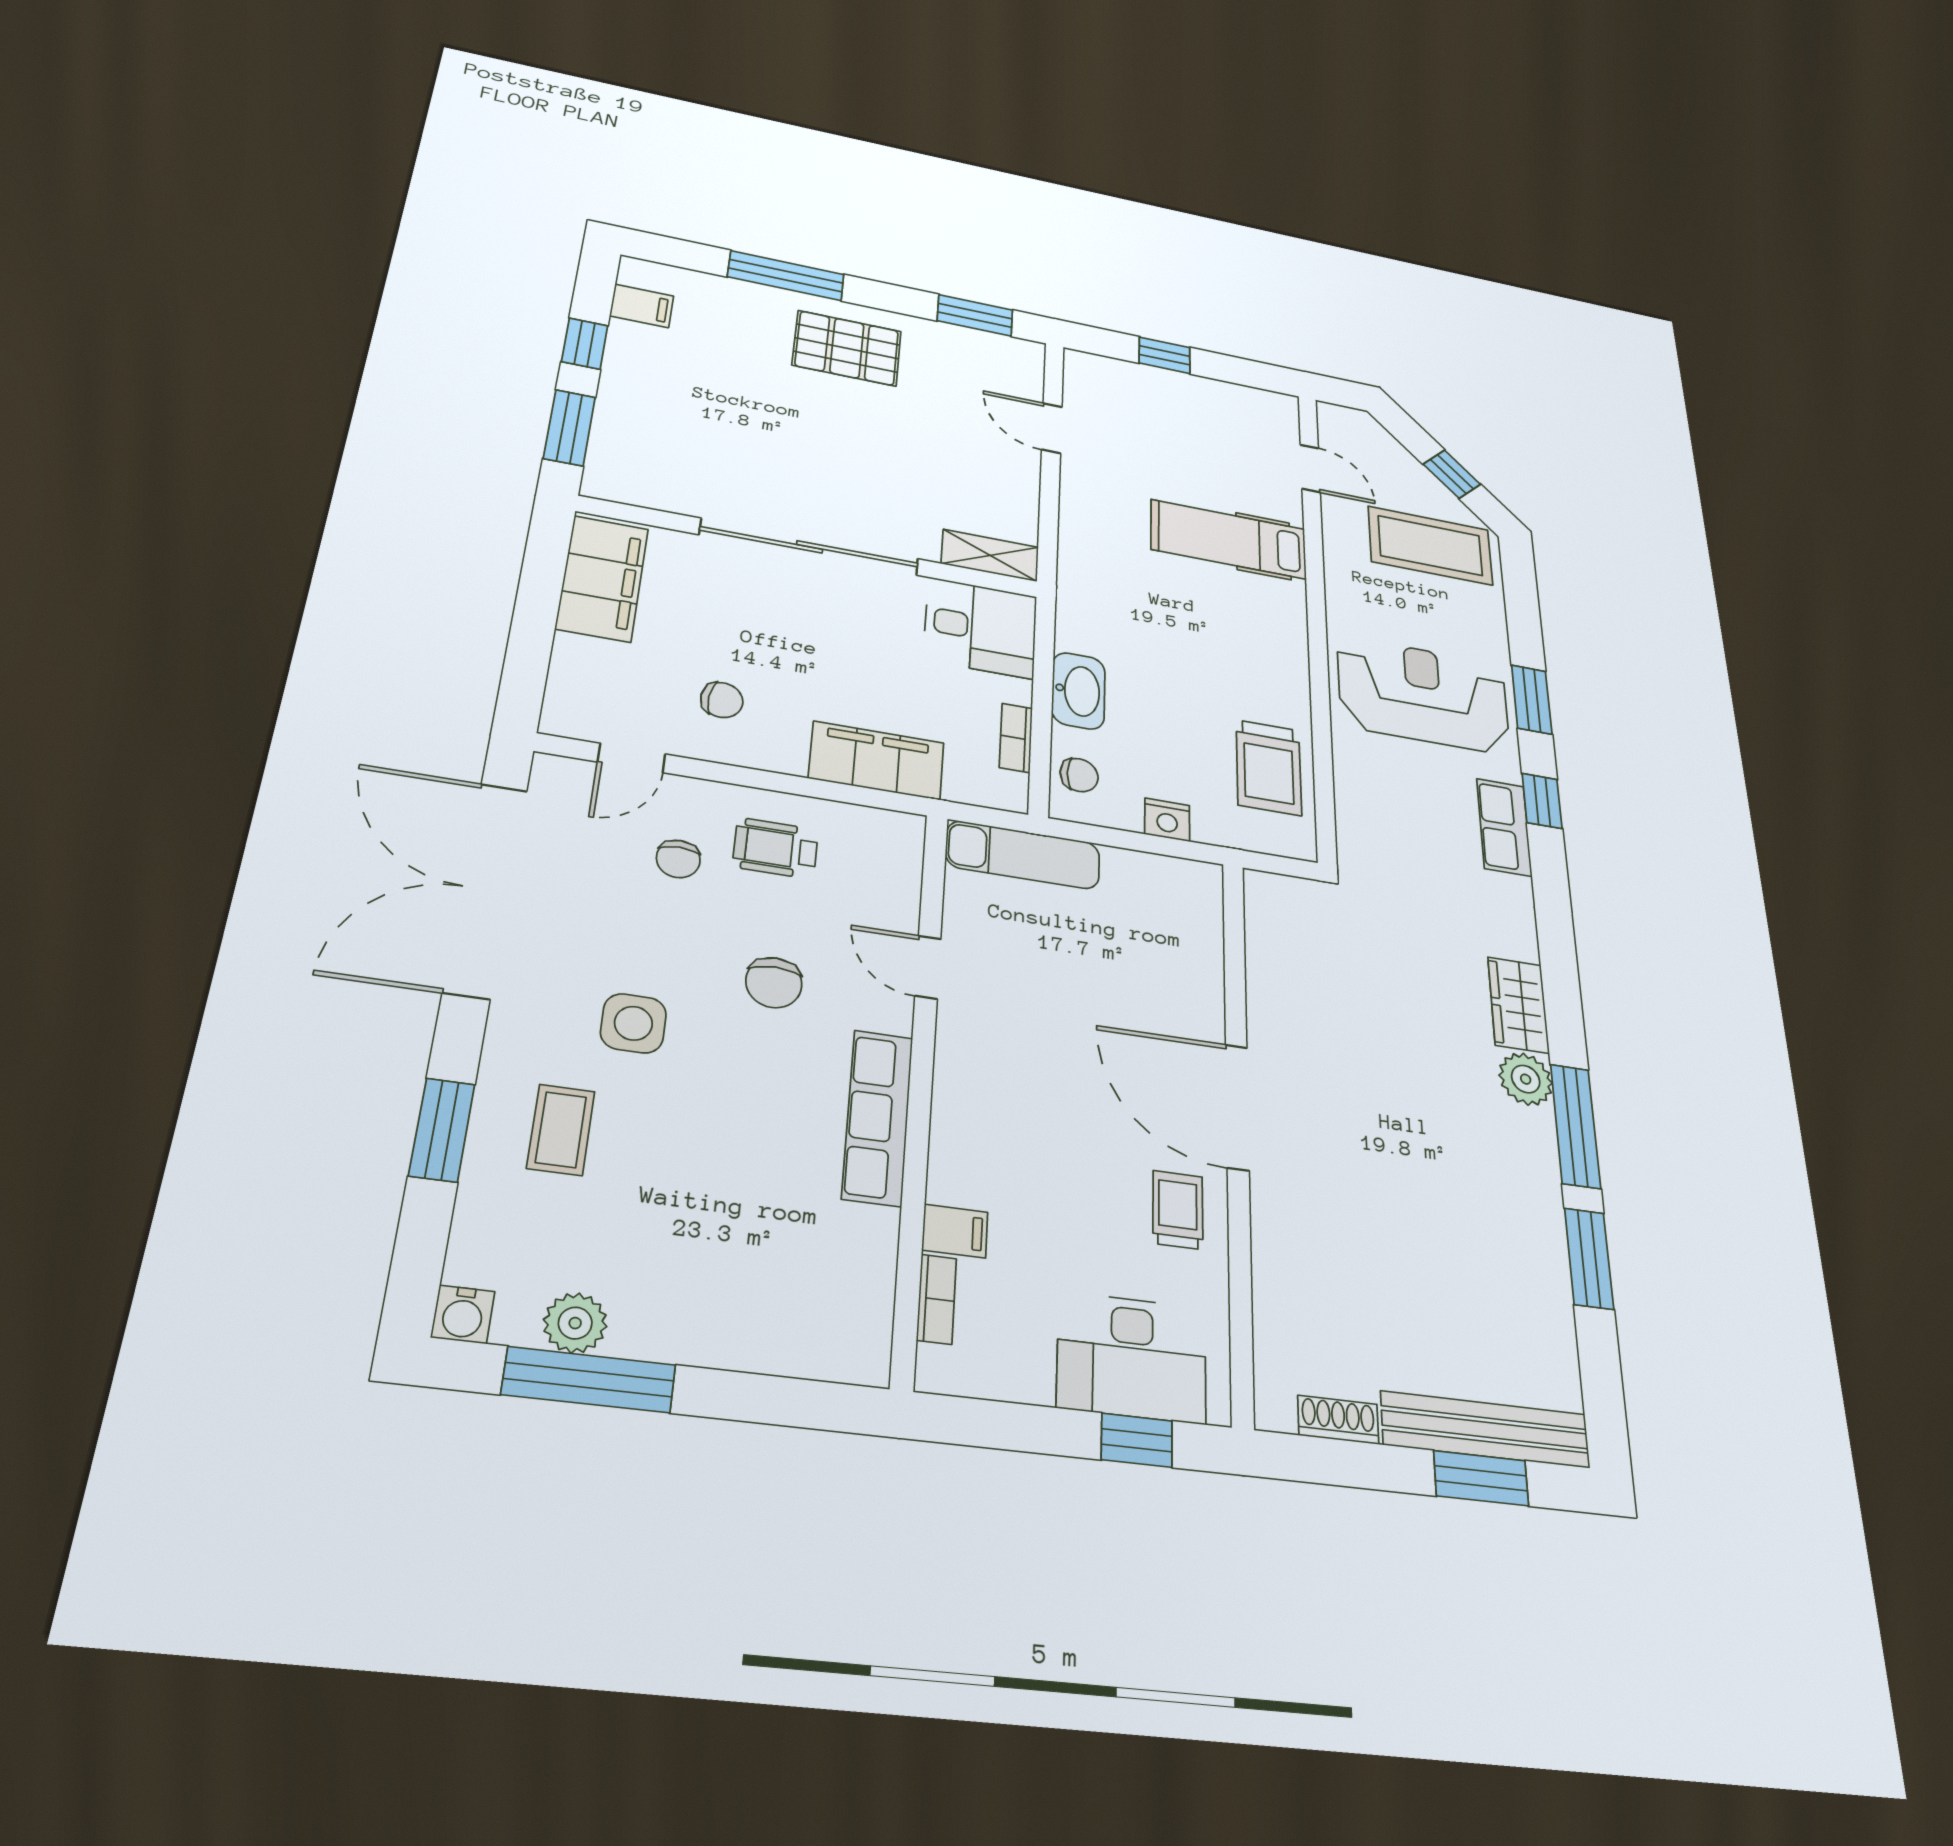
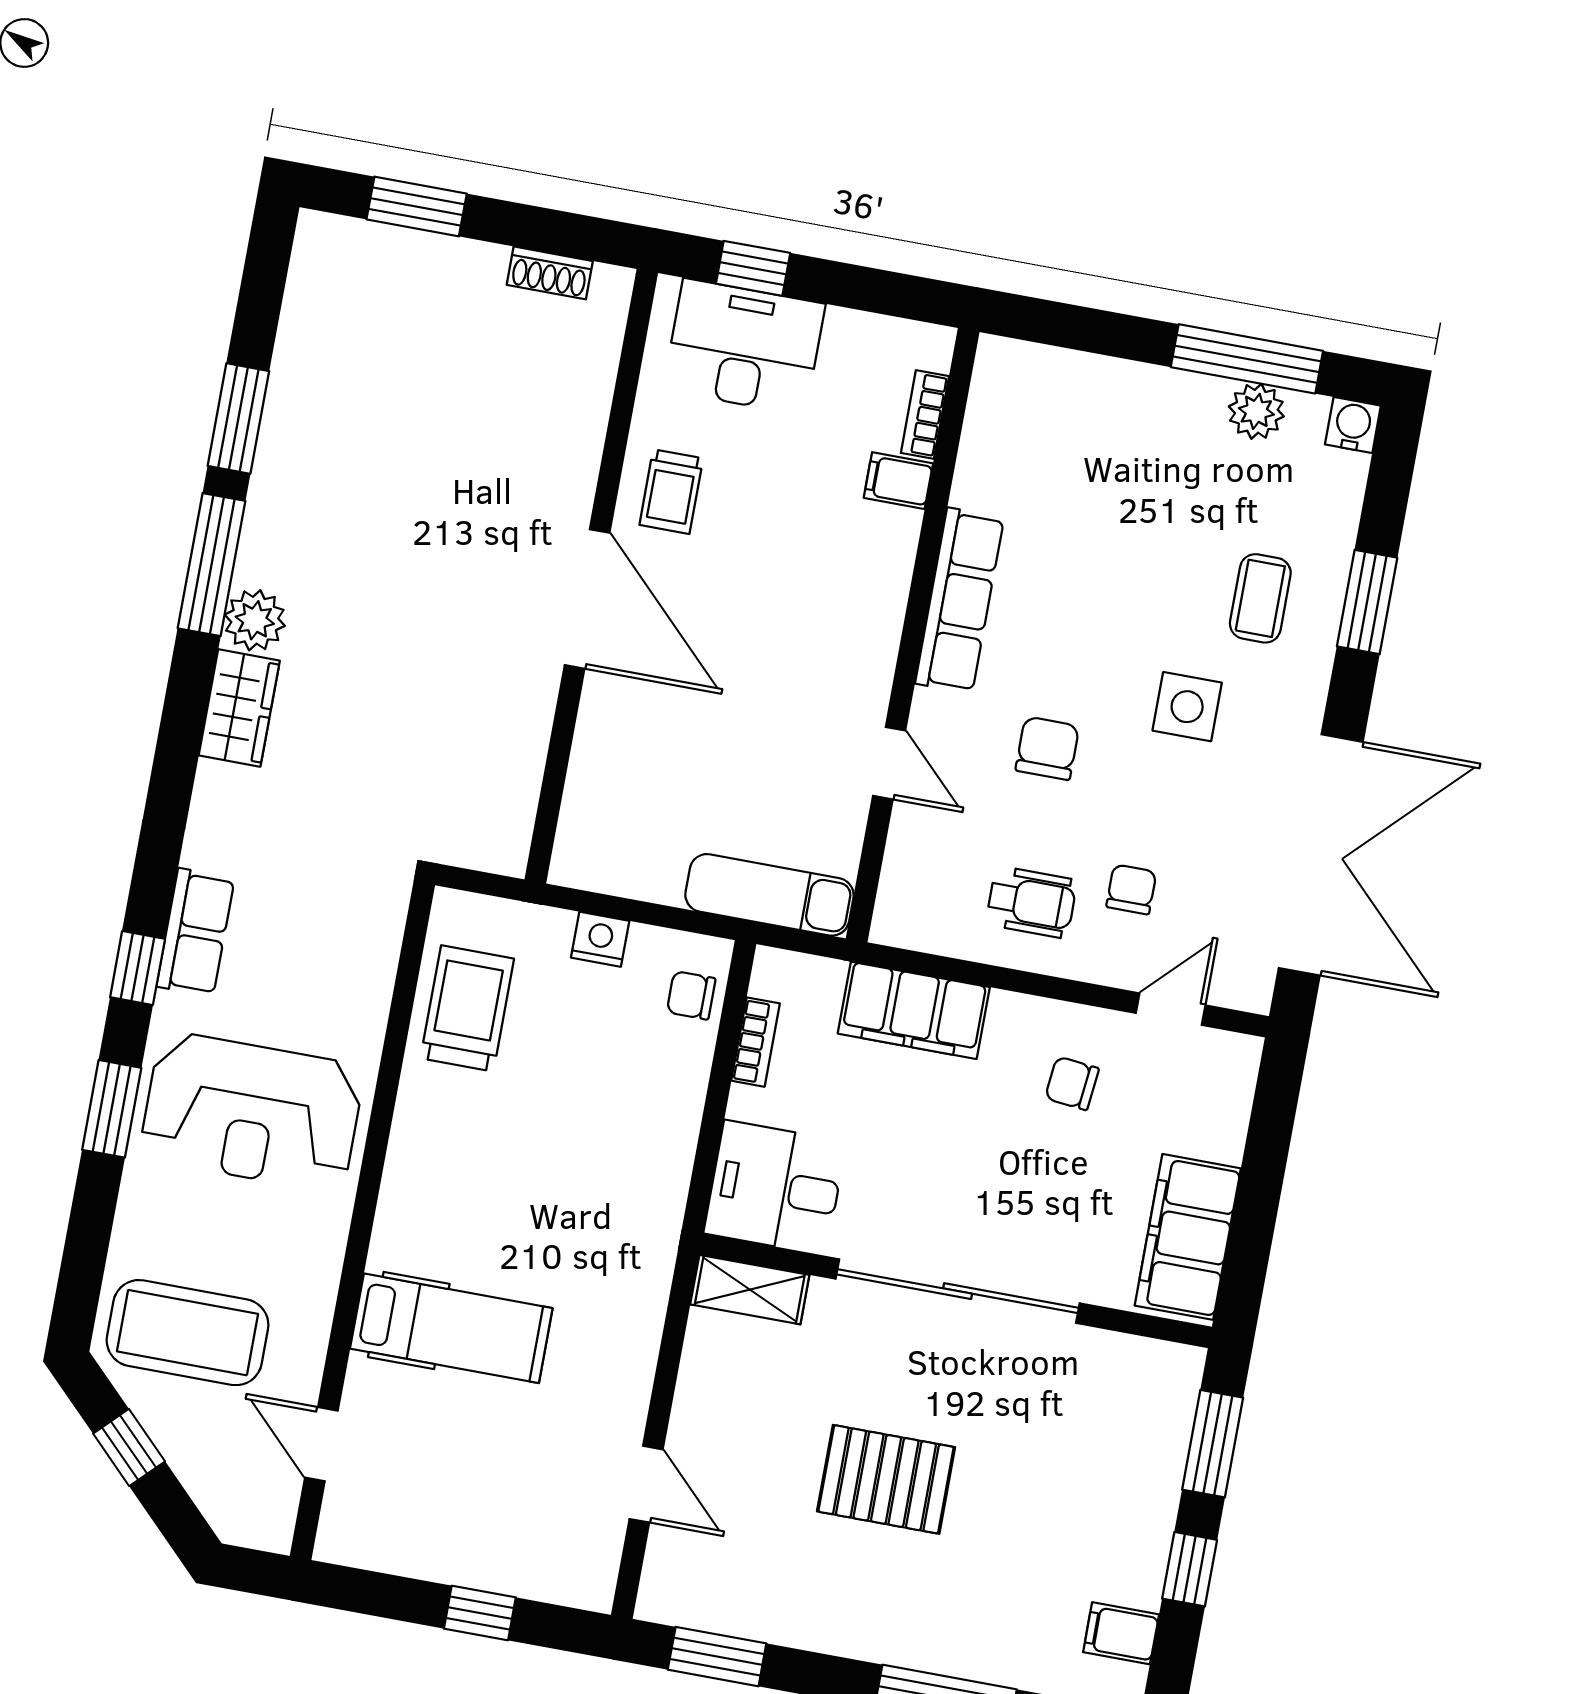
pallet: (847, 348) -> (886, 1479), moved
washbasin: (1078, 691) -> (674, 1106), removed
bench: (1486, 1430) -> (400, 253), removed

